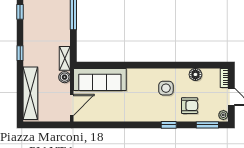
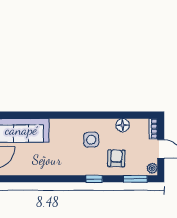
armchair: (190, 106) -> (116, 158), turned -88

